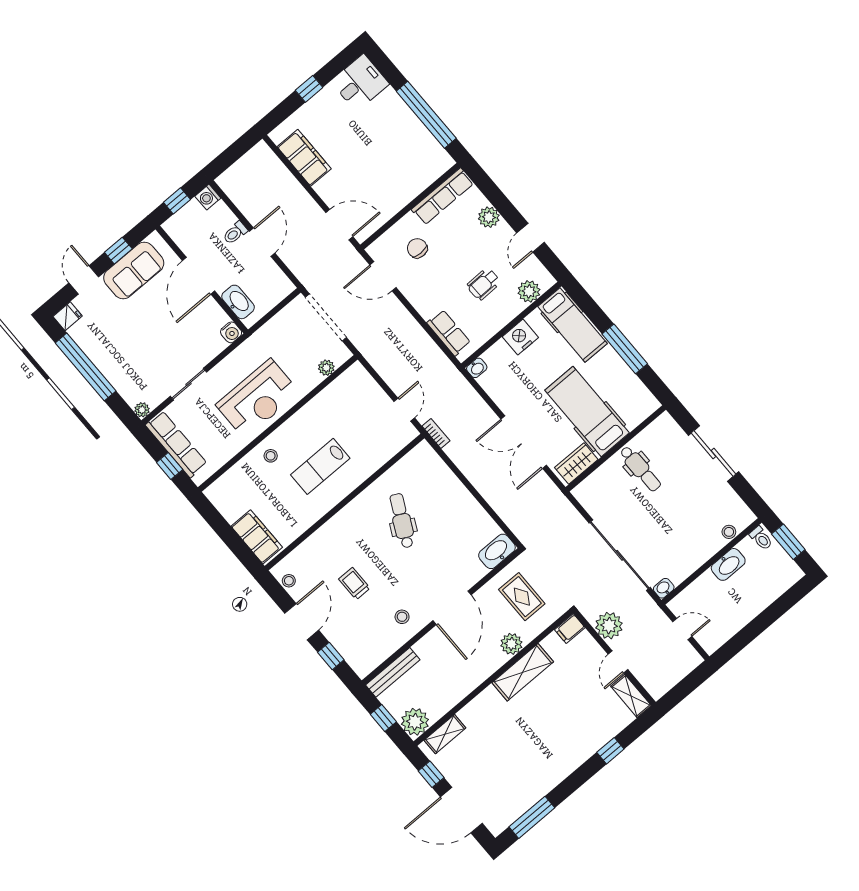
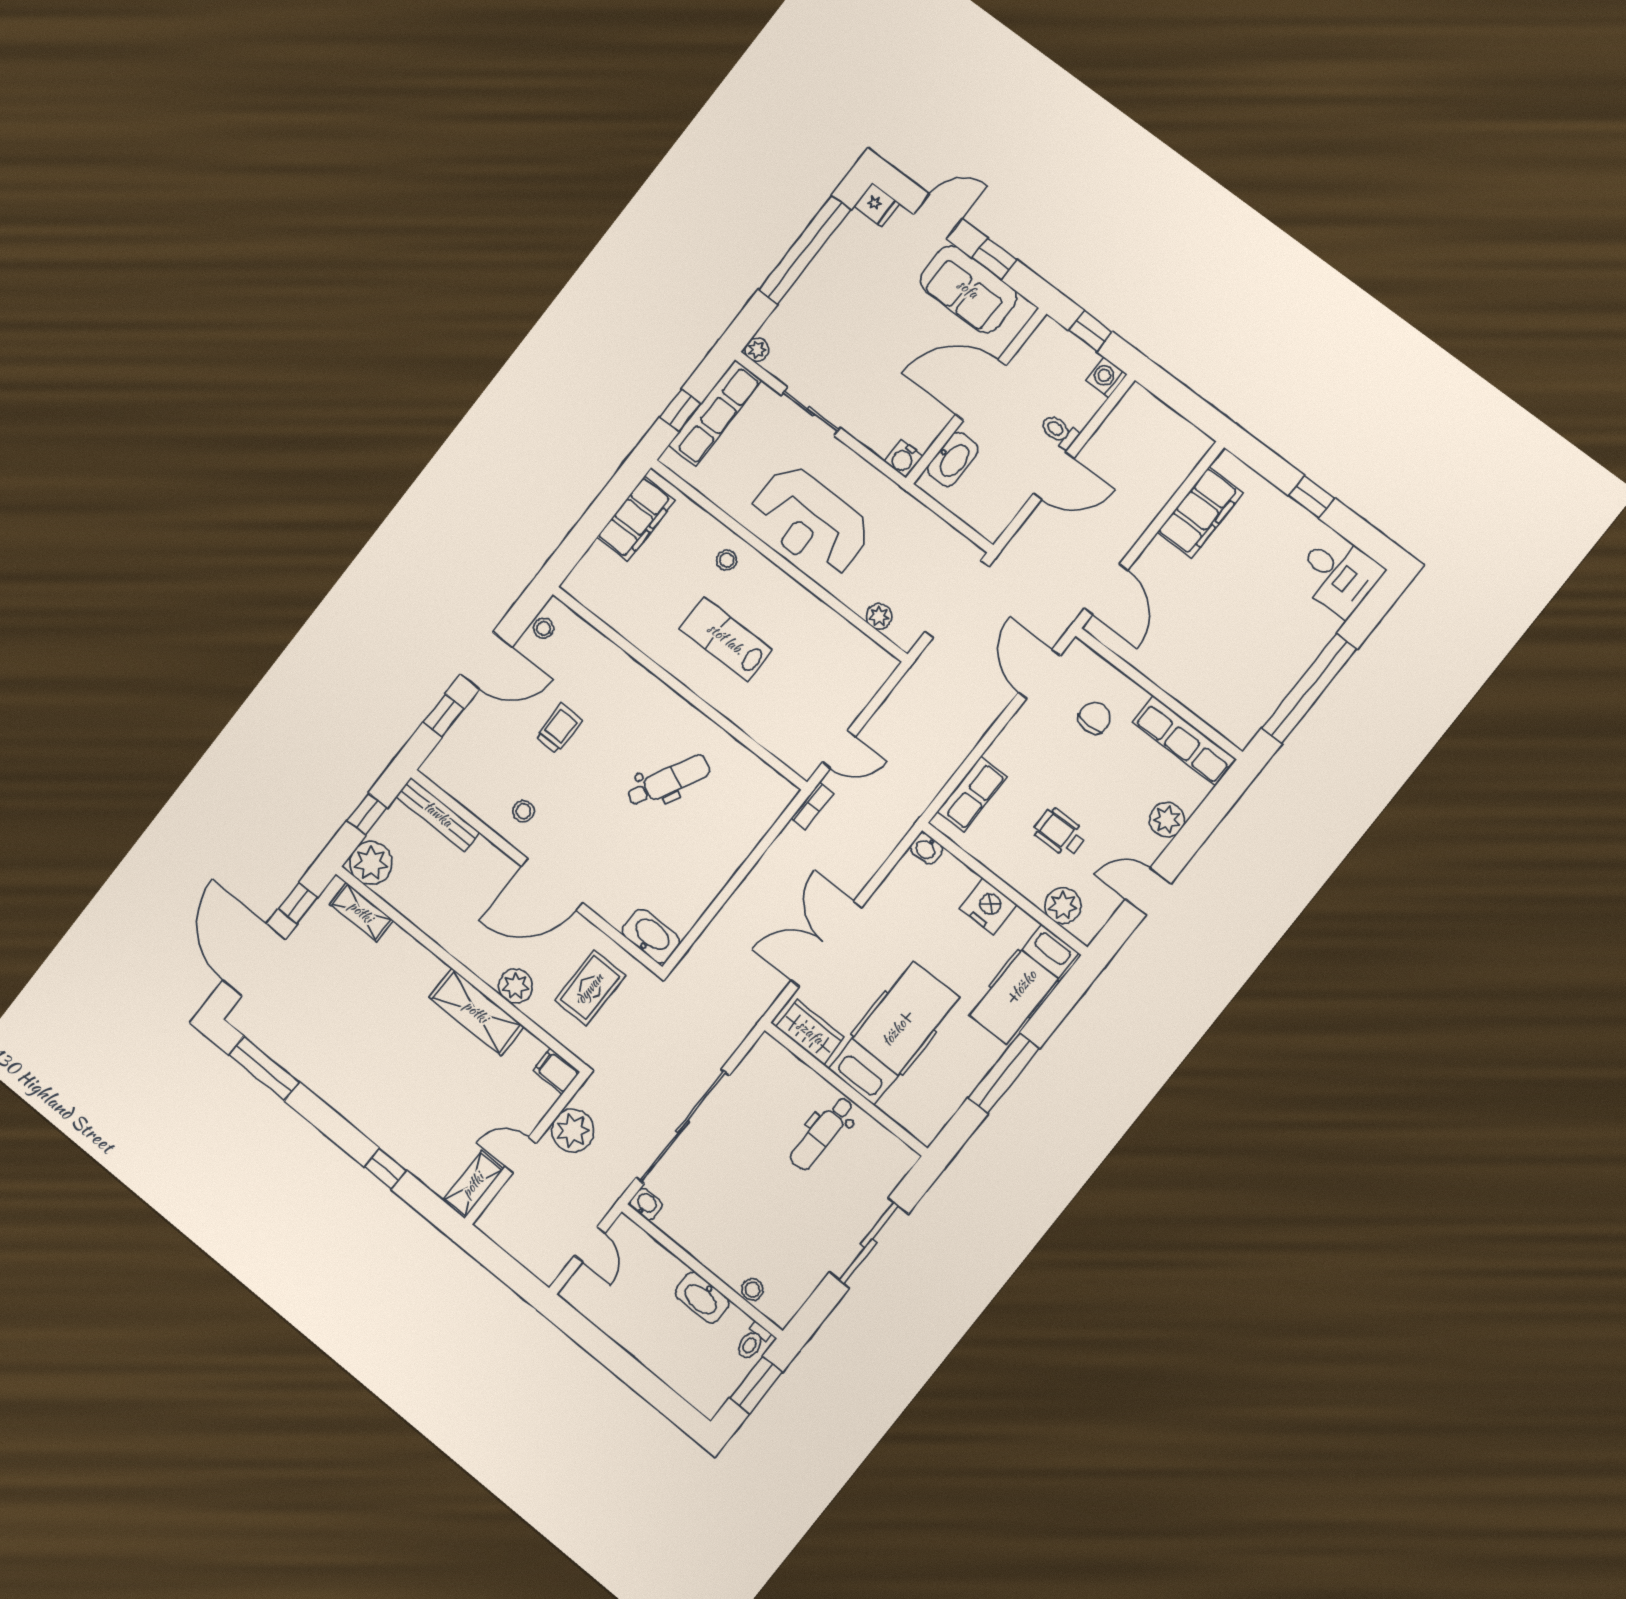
filing cabinet: (257, 537) -> (636, 519), moved

